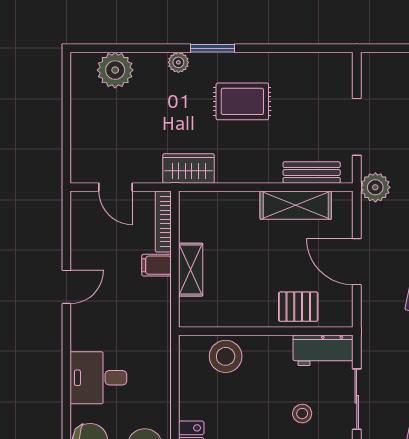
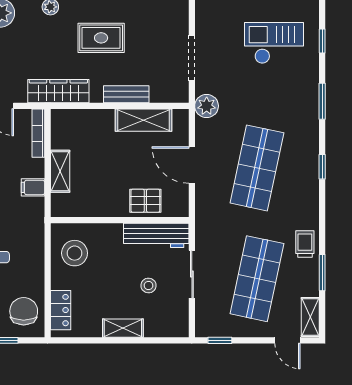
wardrobe: (189, 168) -> (58, 91), width x1.50
bench: (312, 172) -> (126, 94), moved
filing cabinet: (156, 265) -> (33, 187), moved
workbench: (323, 350) -> (156, 235), width x1.38
stool: (226, 356) -> (75, 253), moved

